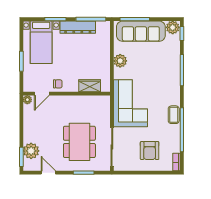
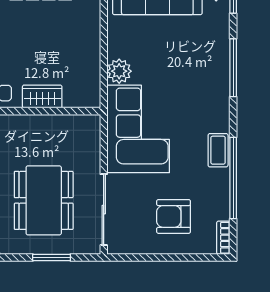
plant: (120, 61) -> (119, 71), moved
wardrobe: (90, 86) -> (42, 96), moved
armchair: (150, 151) -> (174, 216), turned 90

